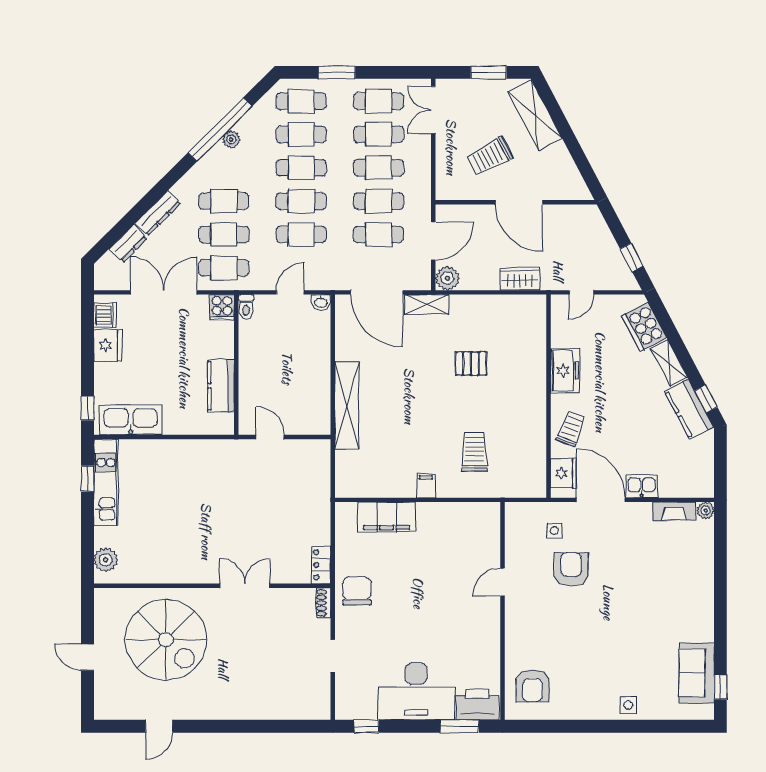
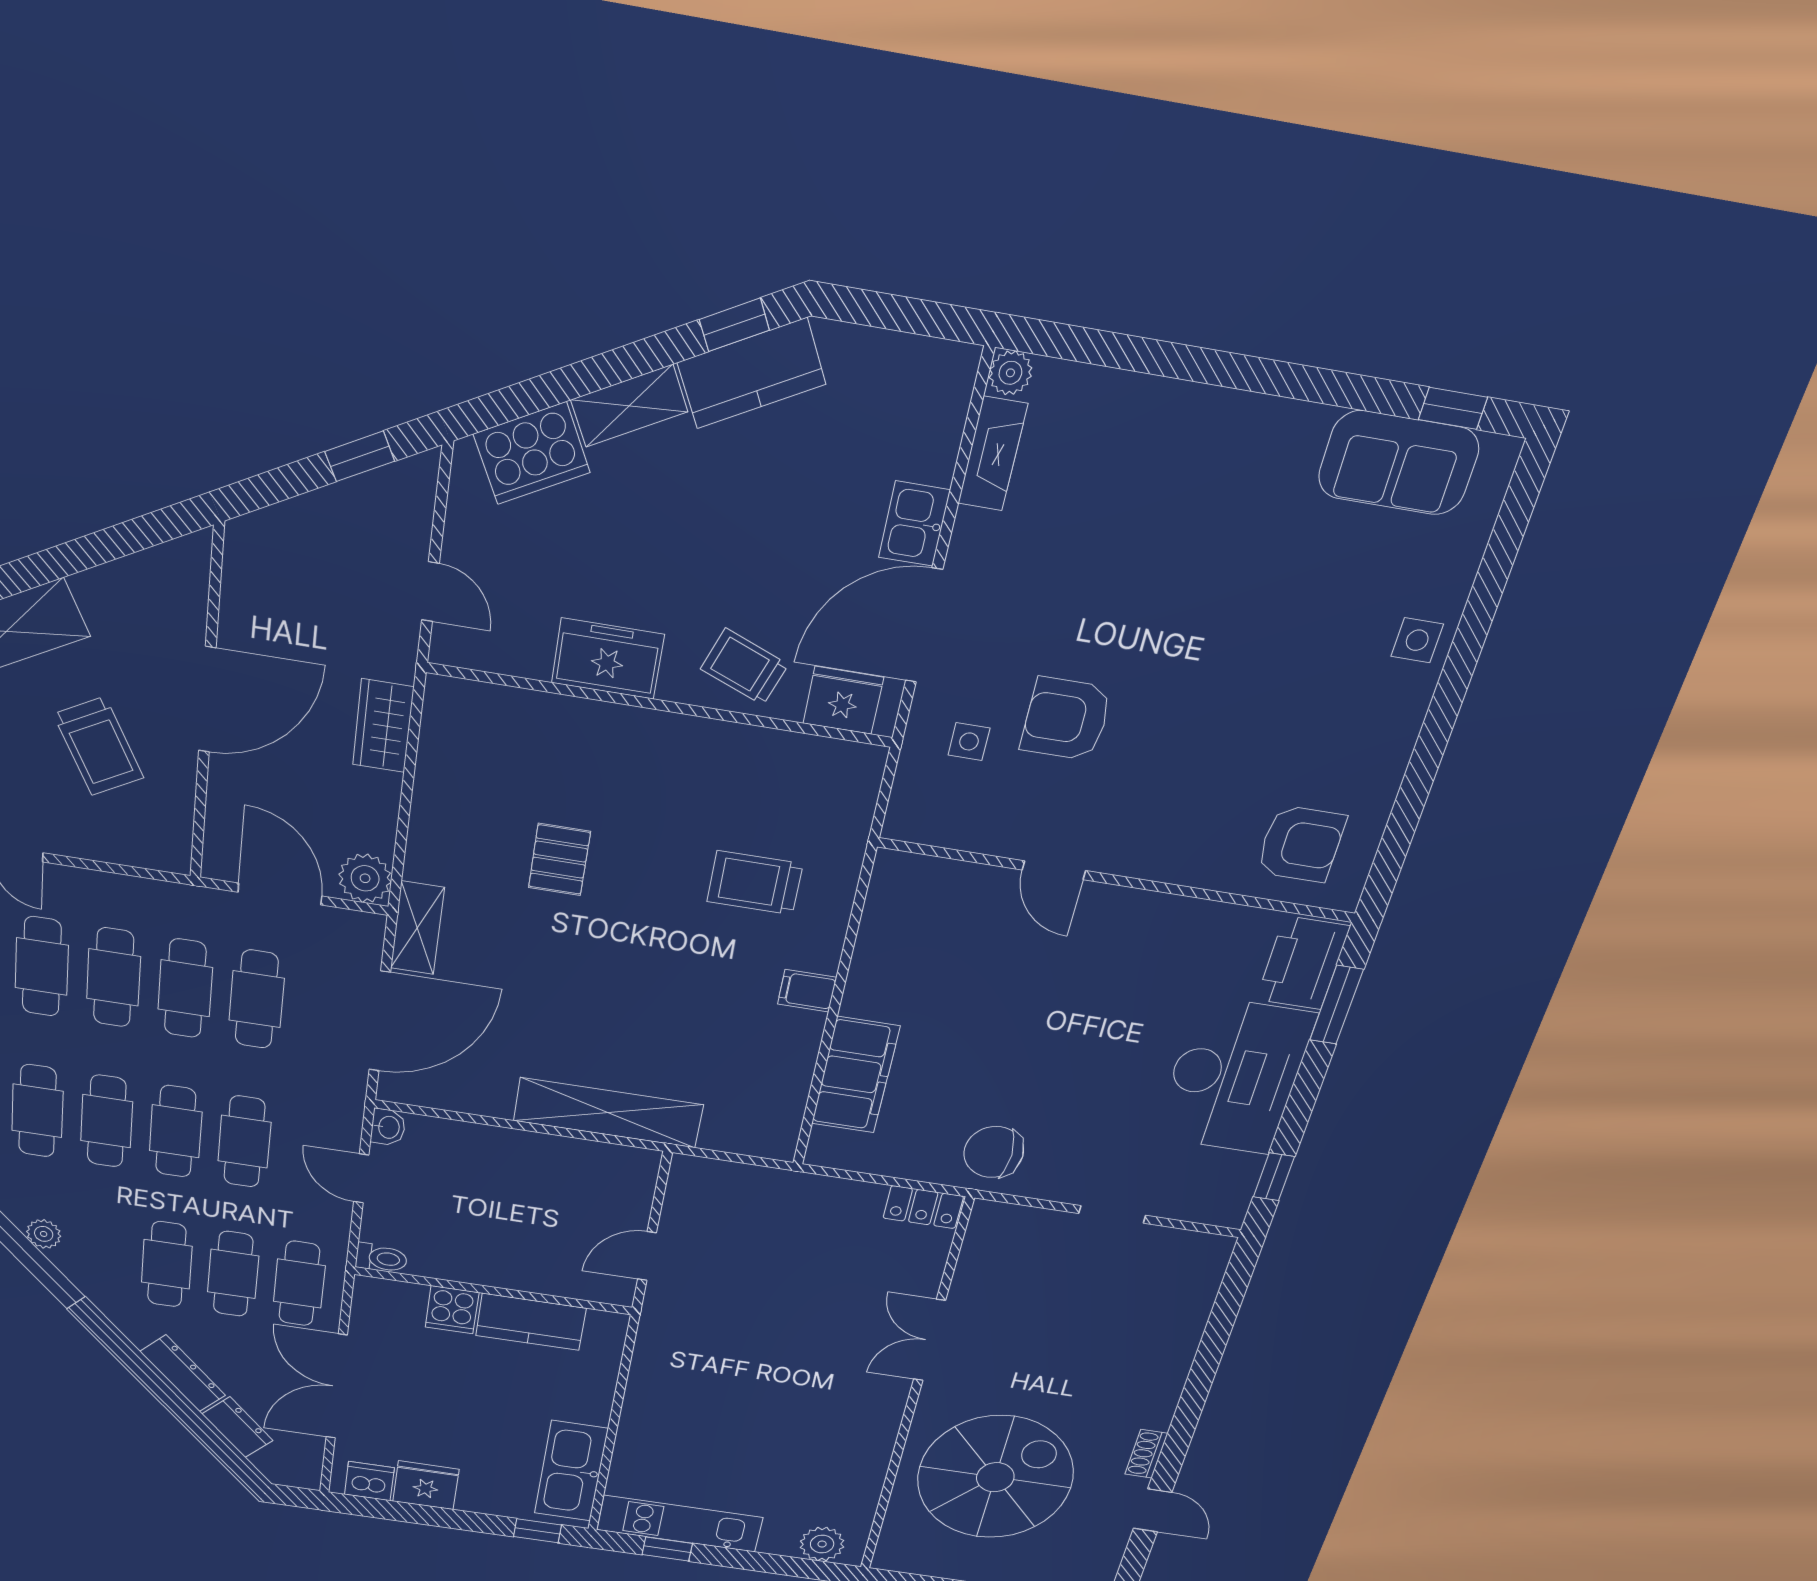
cooker: (222, 307) -> (452, 1310), moved, turned 90
shoe rack: (323, 603) -> (1146, 1454), moved, turned 90

